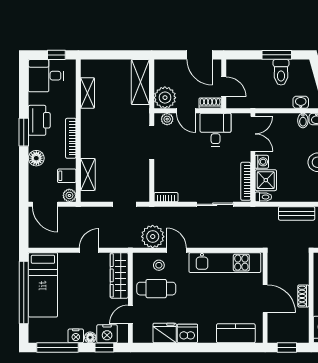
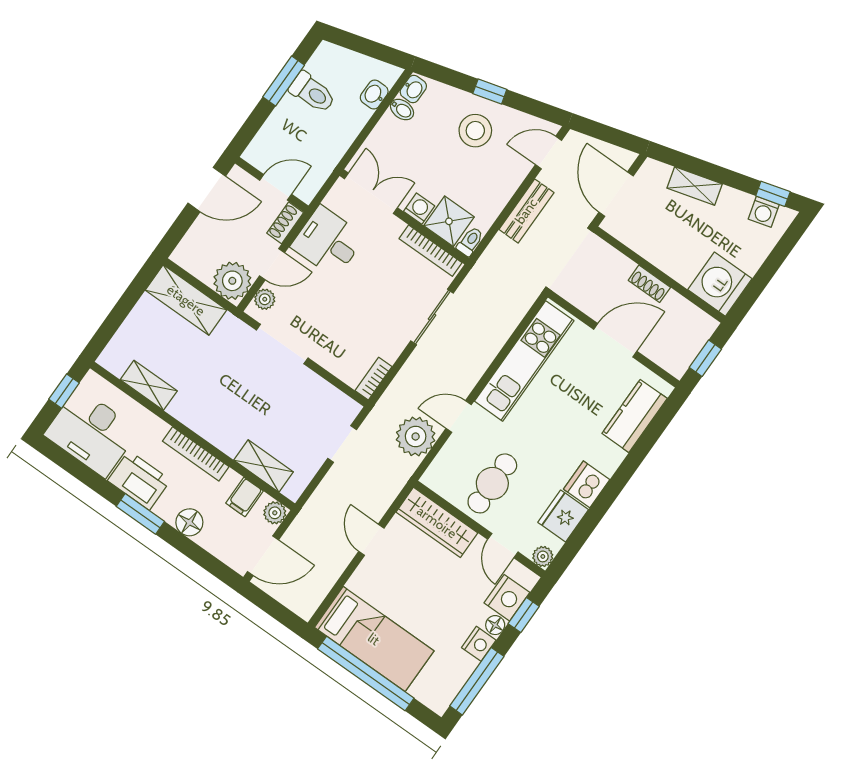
desk: (46, 76) -> (91, 433), width x1.37
stool: (159, 265) -> (462, 456), removed
plant: (139, 337) -> (543, 556), added

